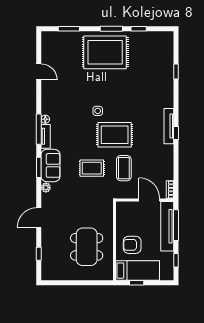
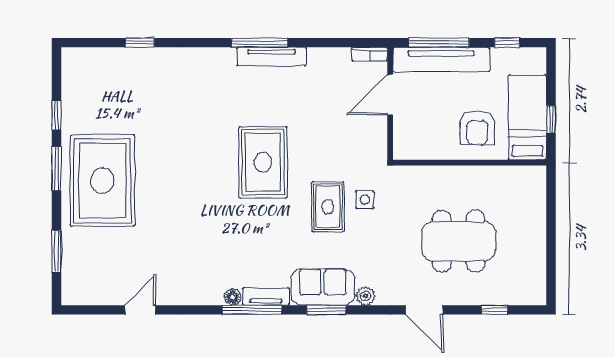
side table: (98, 111) -> (365, 200), moved
tv unit: (169, 126) -> (272, 57), moved
window: (176, 133) -> (260, 43), width x2.17
coffee table: (124, 168) -> (328, 144), removed
dining table: (87, 247) -> (459, 241), moved

